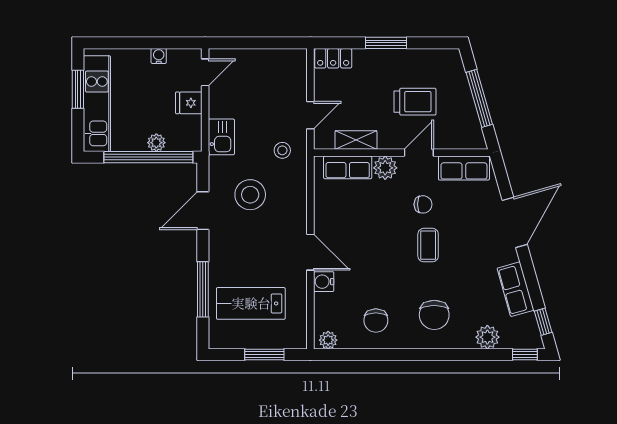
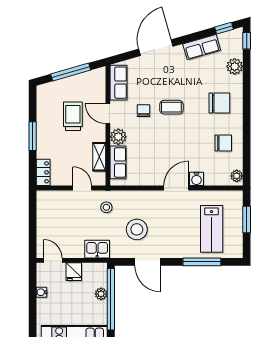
door: (515, 222) -> (156, 48), hinge flipped

